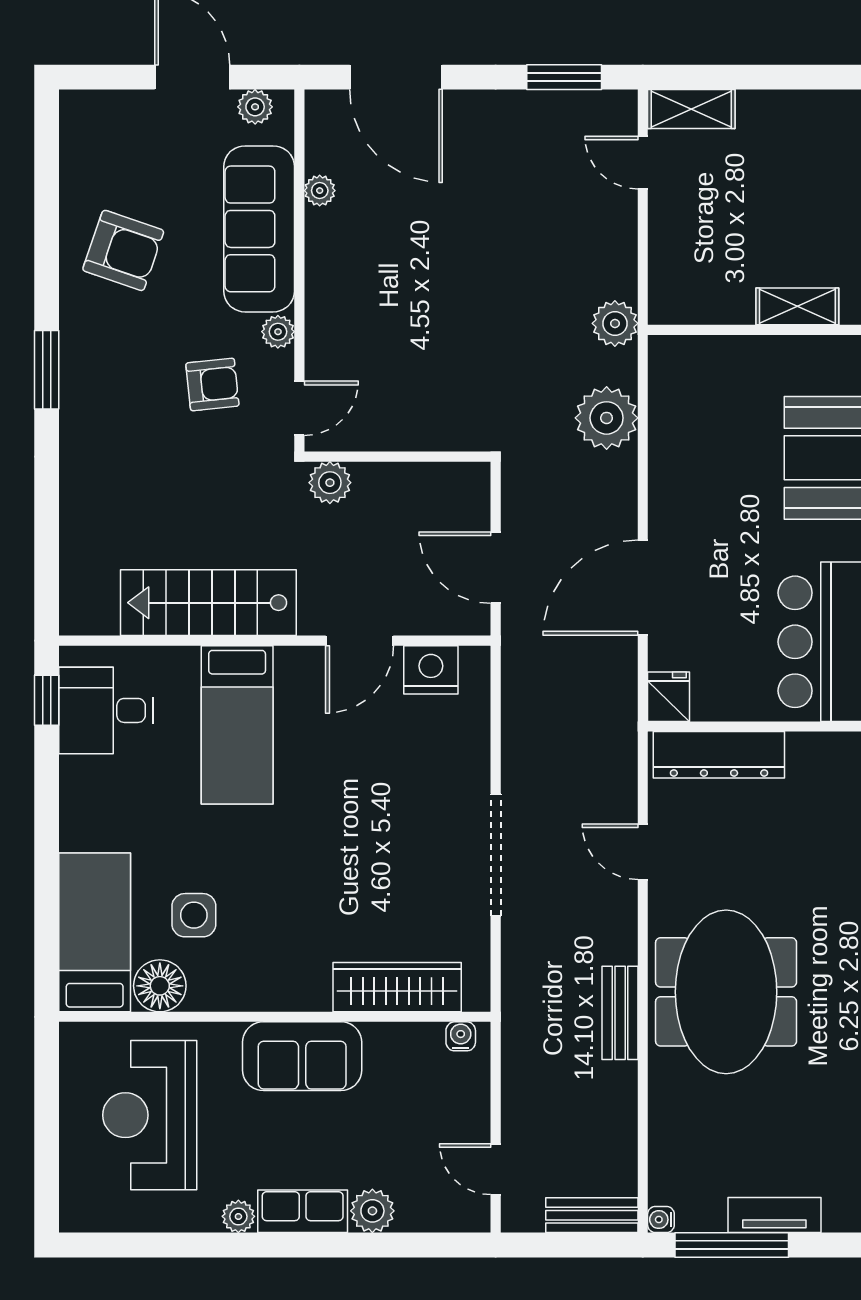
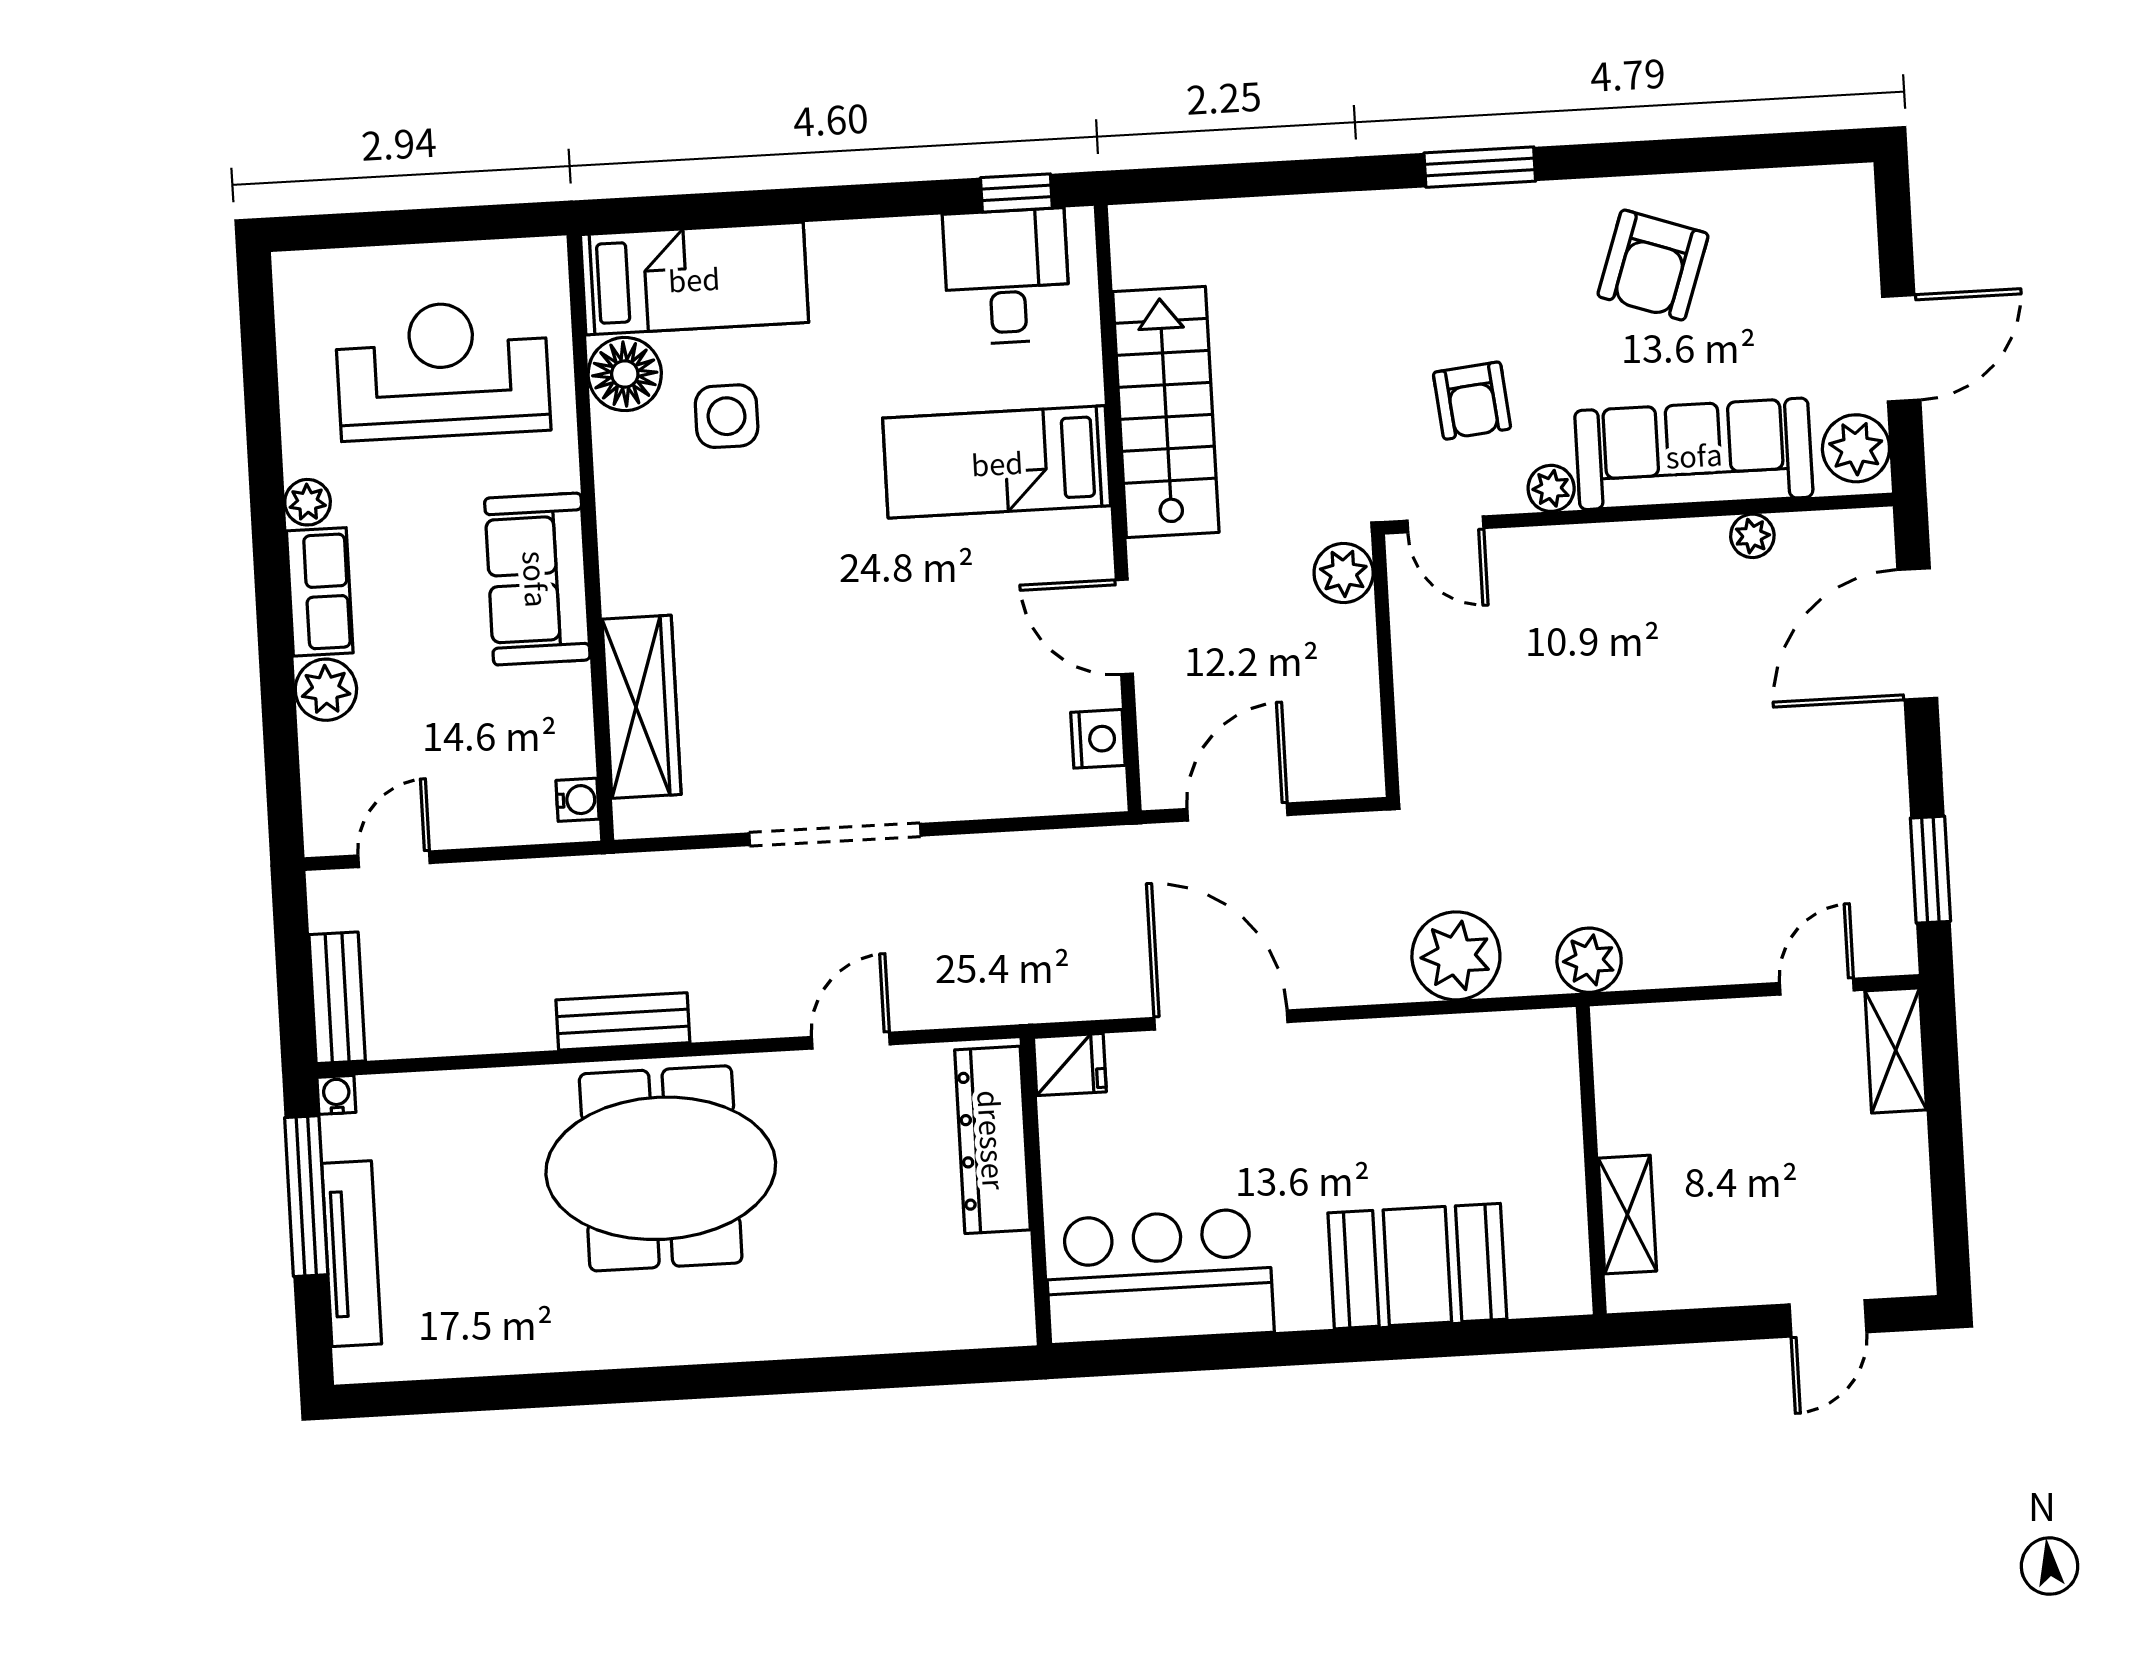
plant: (255, 107) -> (1856, 448), width x1.38, depth x1.38
nightstand: (431, 670) -> (1098, 739), width x0.74, depth x0.75
tv unit: (774, 1215) -> (352, 1254), width x1.41

